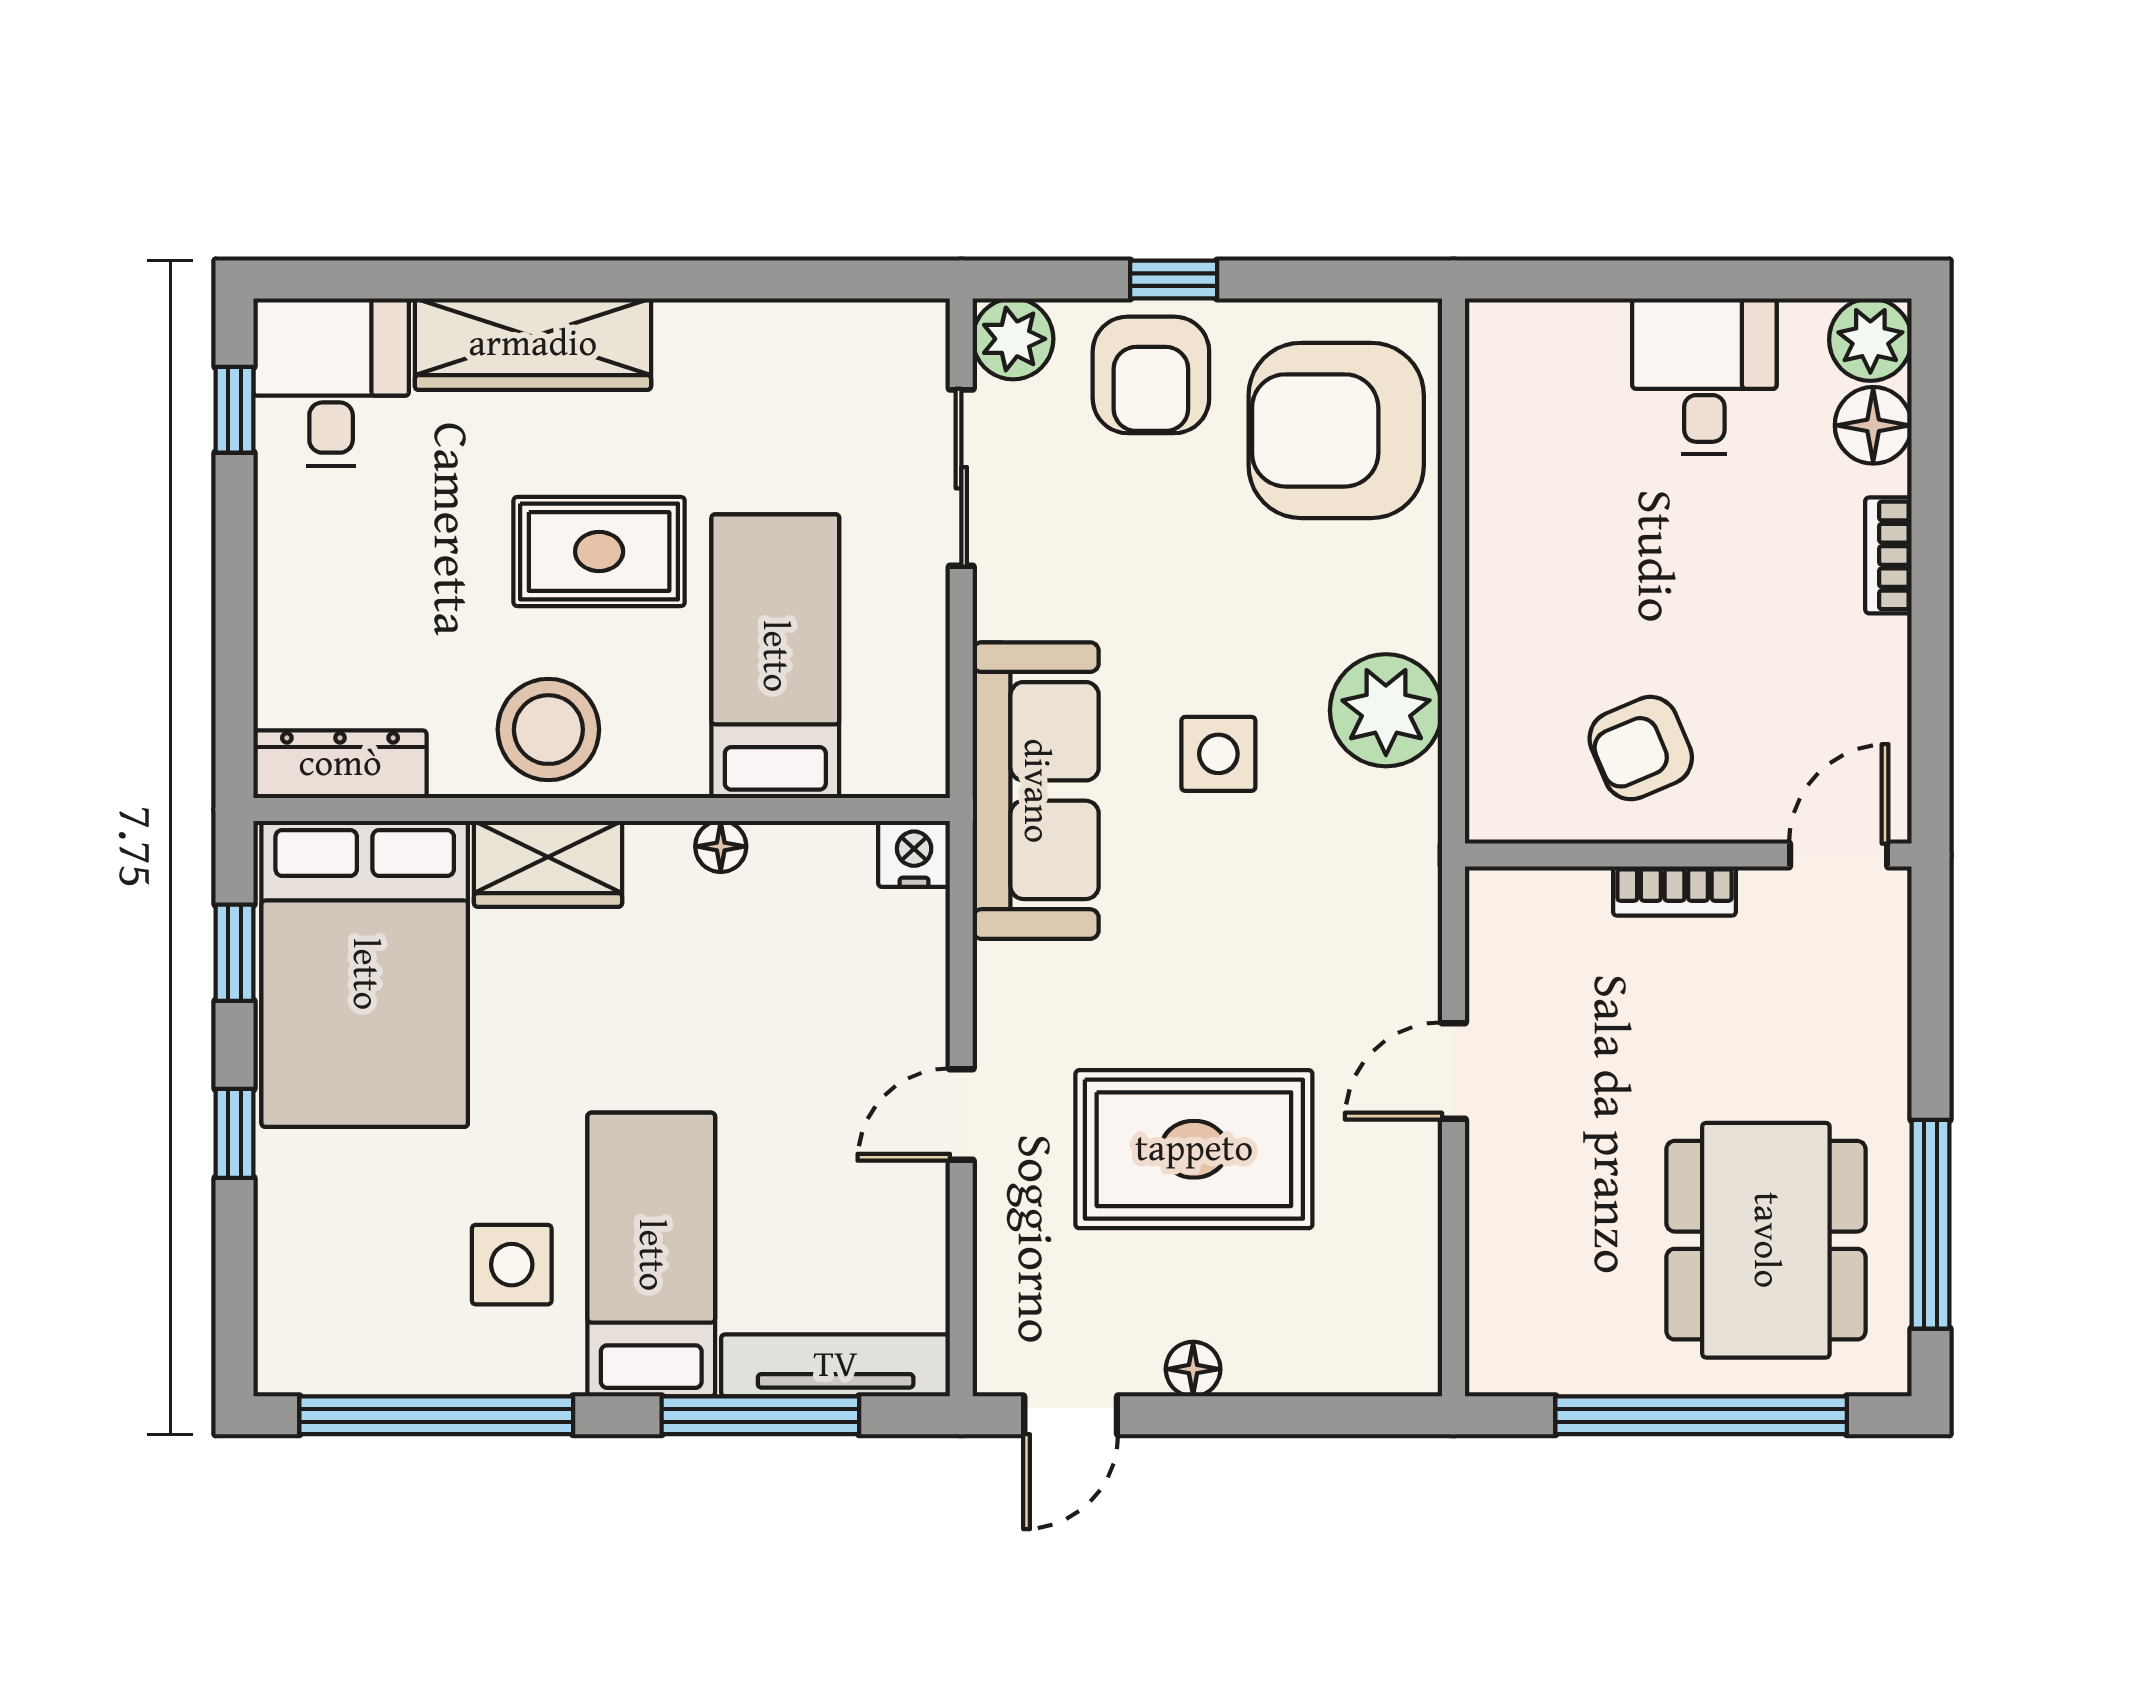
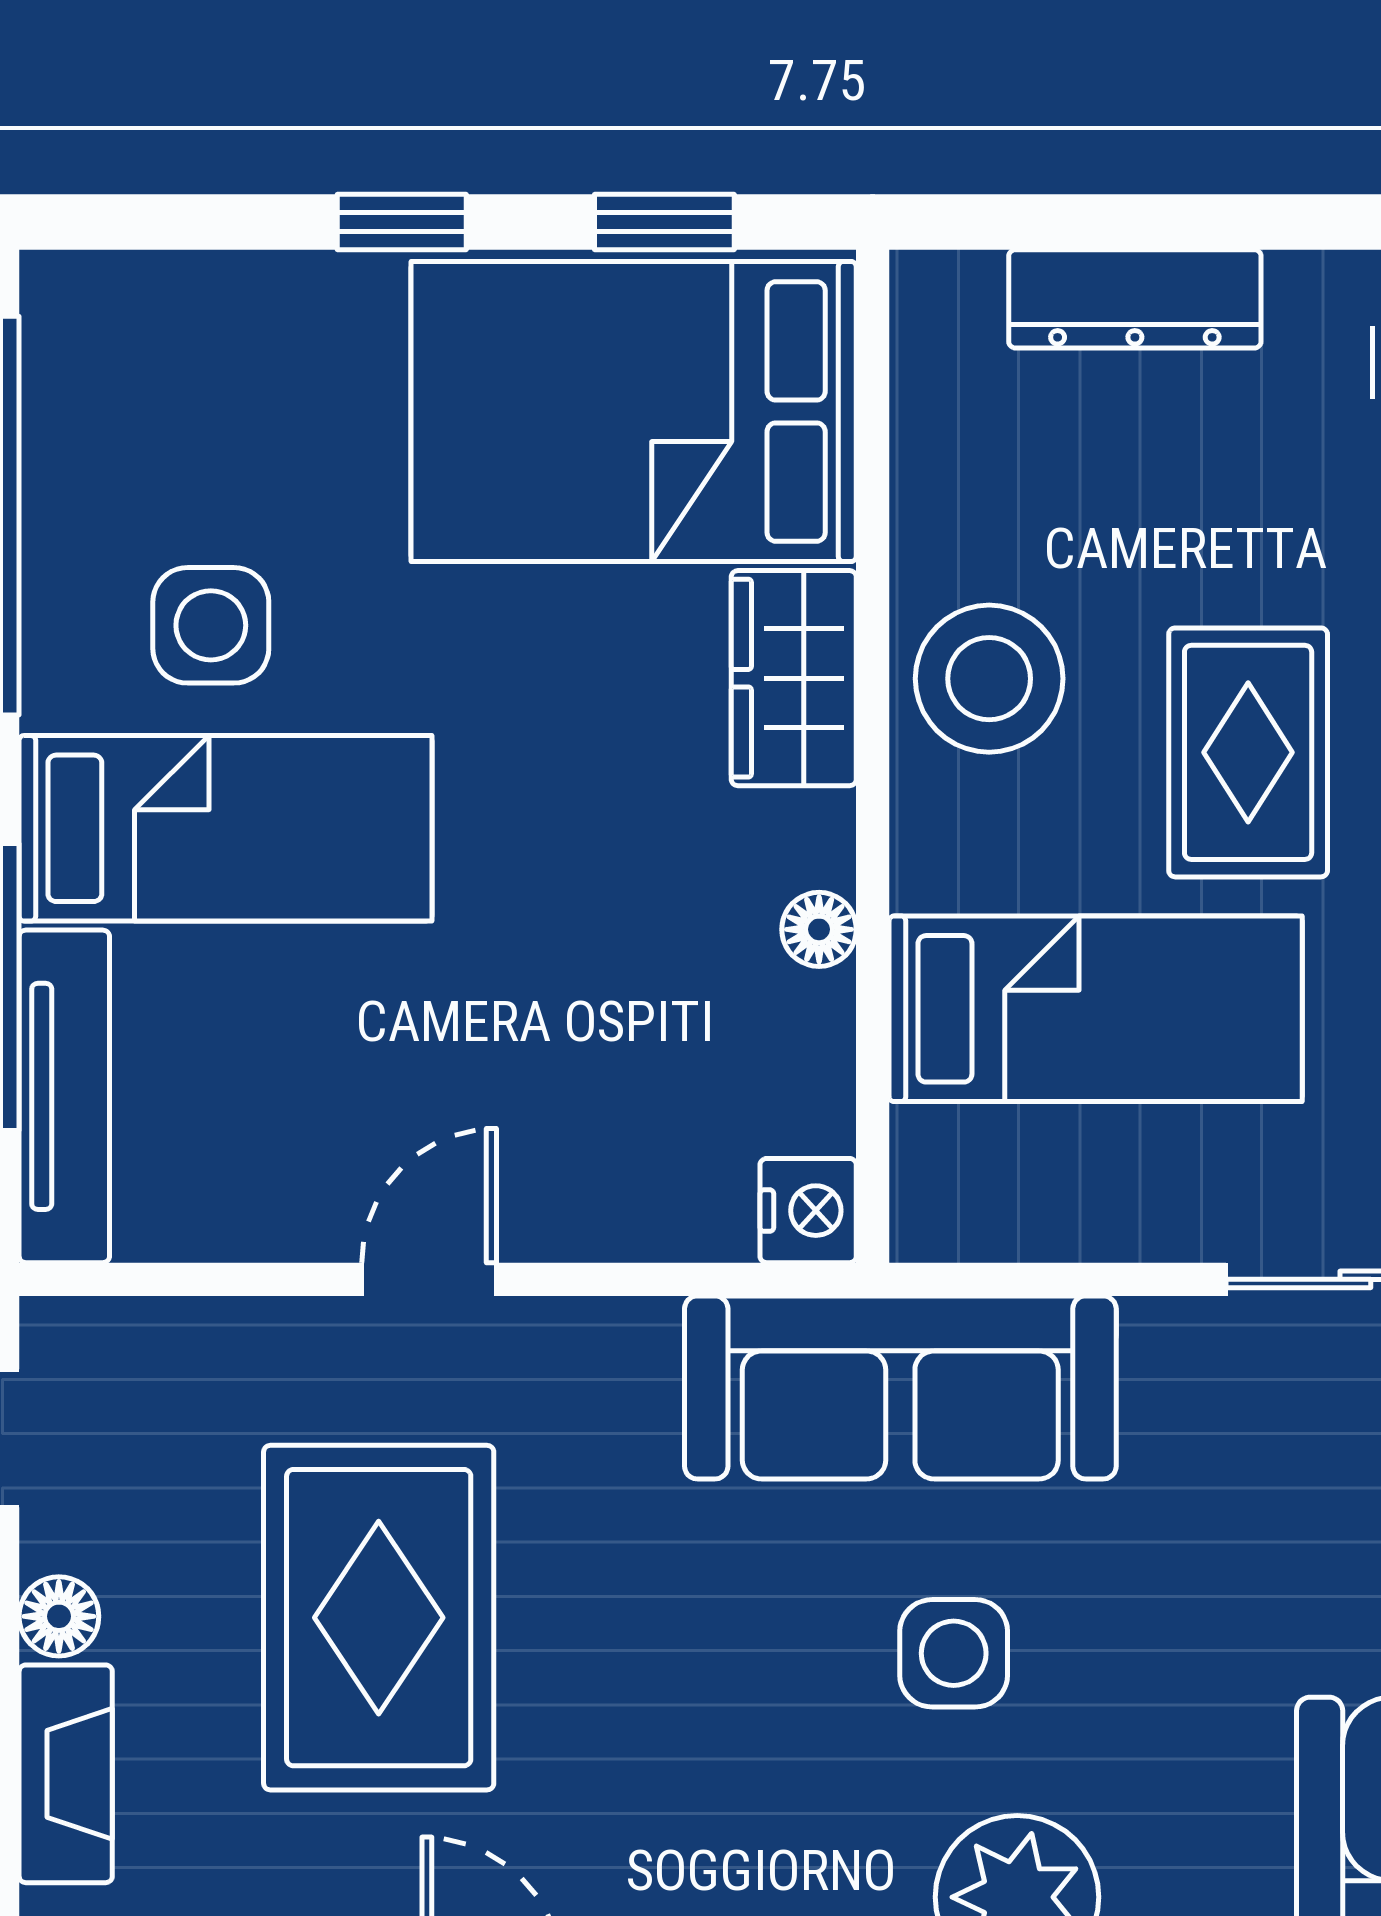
dresser: (340, 764) -> (1135, 299), moved, turned 90
door: (961, 1115) -> (429, 1279), hinge flipped
fireplace: (1301, 1364) -> (66, 1774), added

